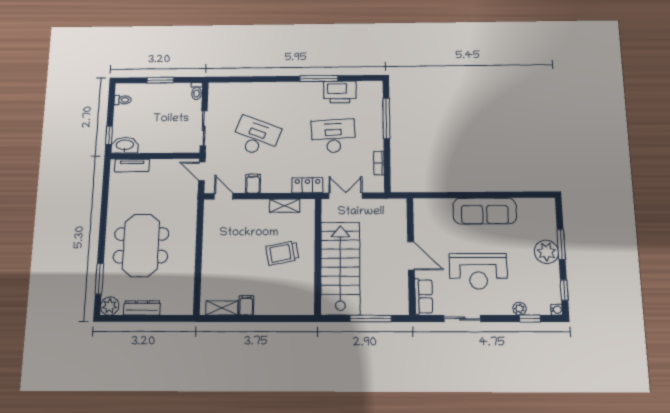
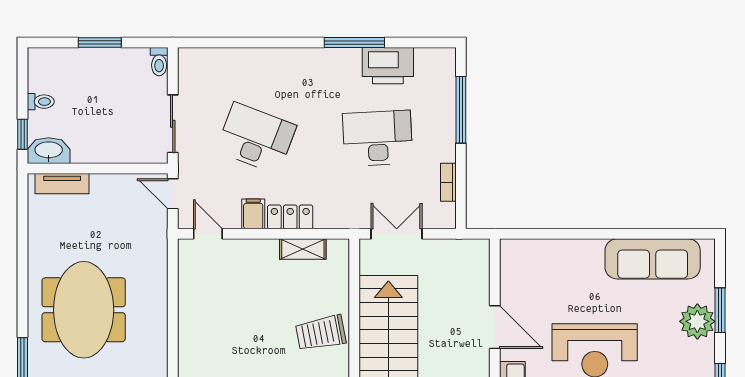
toilet: (123, 100) -> (41, 102), moved
locker: (307, 185) -> (290, 217), moved
sofa: (485, 211) -> (653, 259), moved
trolley: (282, 253) -> (321, 333), moved

